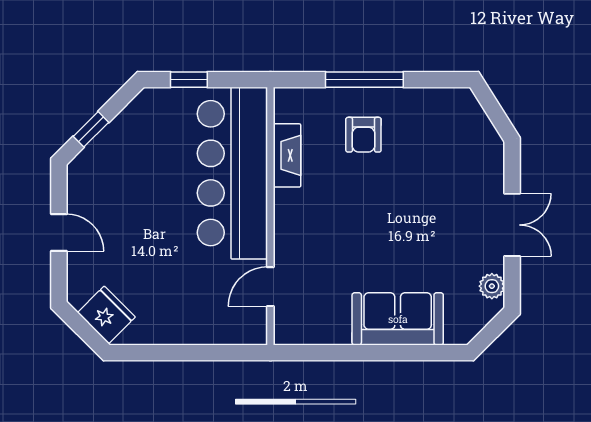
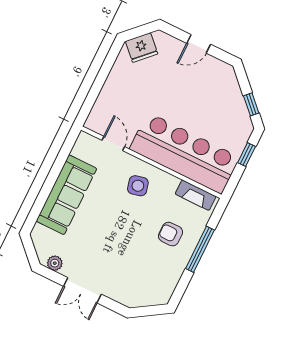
window: (91, 129) -> (251, 104), moved
fireplace: (287, 155) -> (196, 195), moved
side table: (315, 219) -> (138, 186), added
sofa: (398, 319) -> (66, 195), width x1.36

